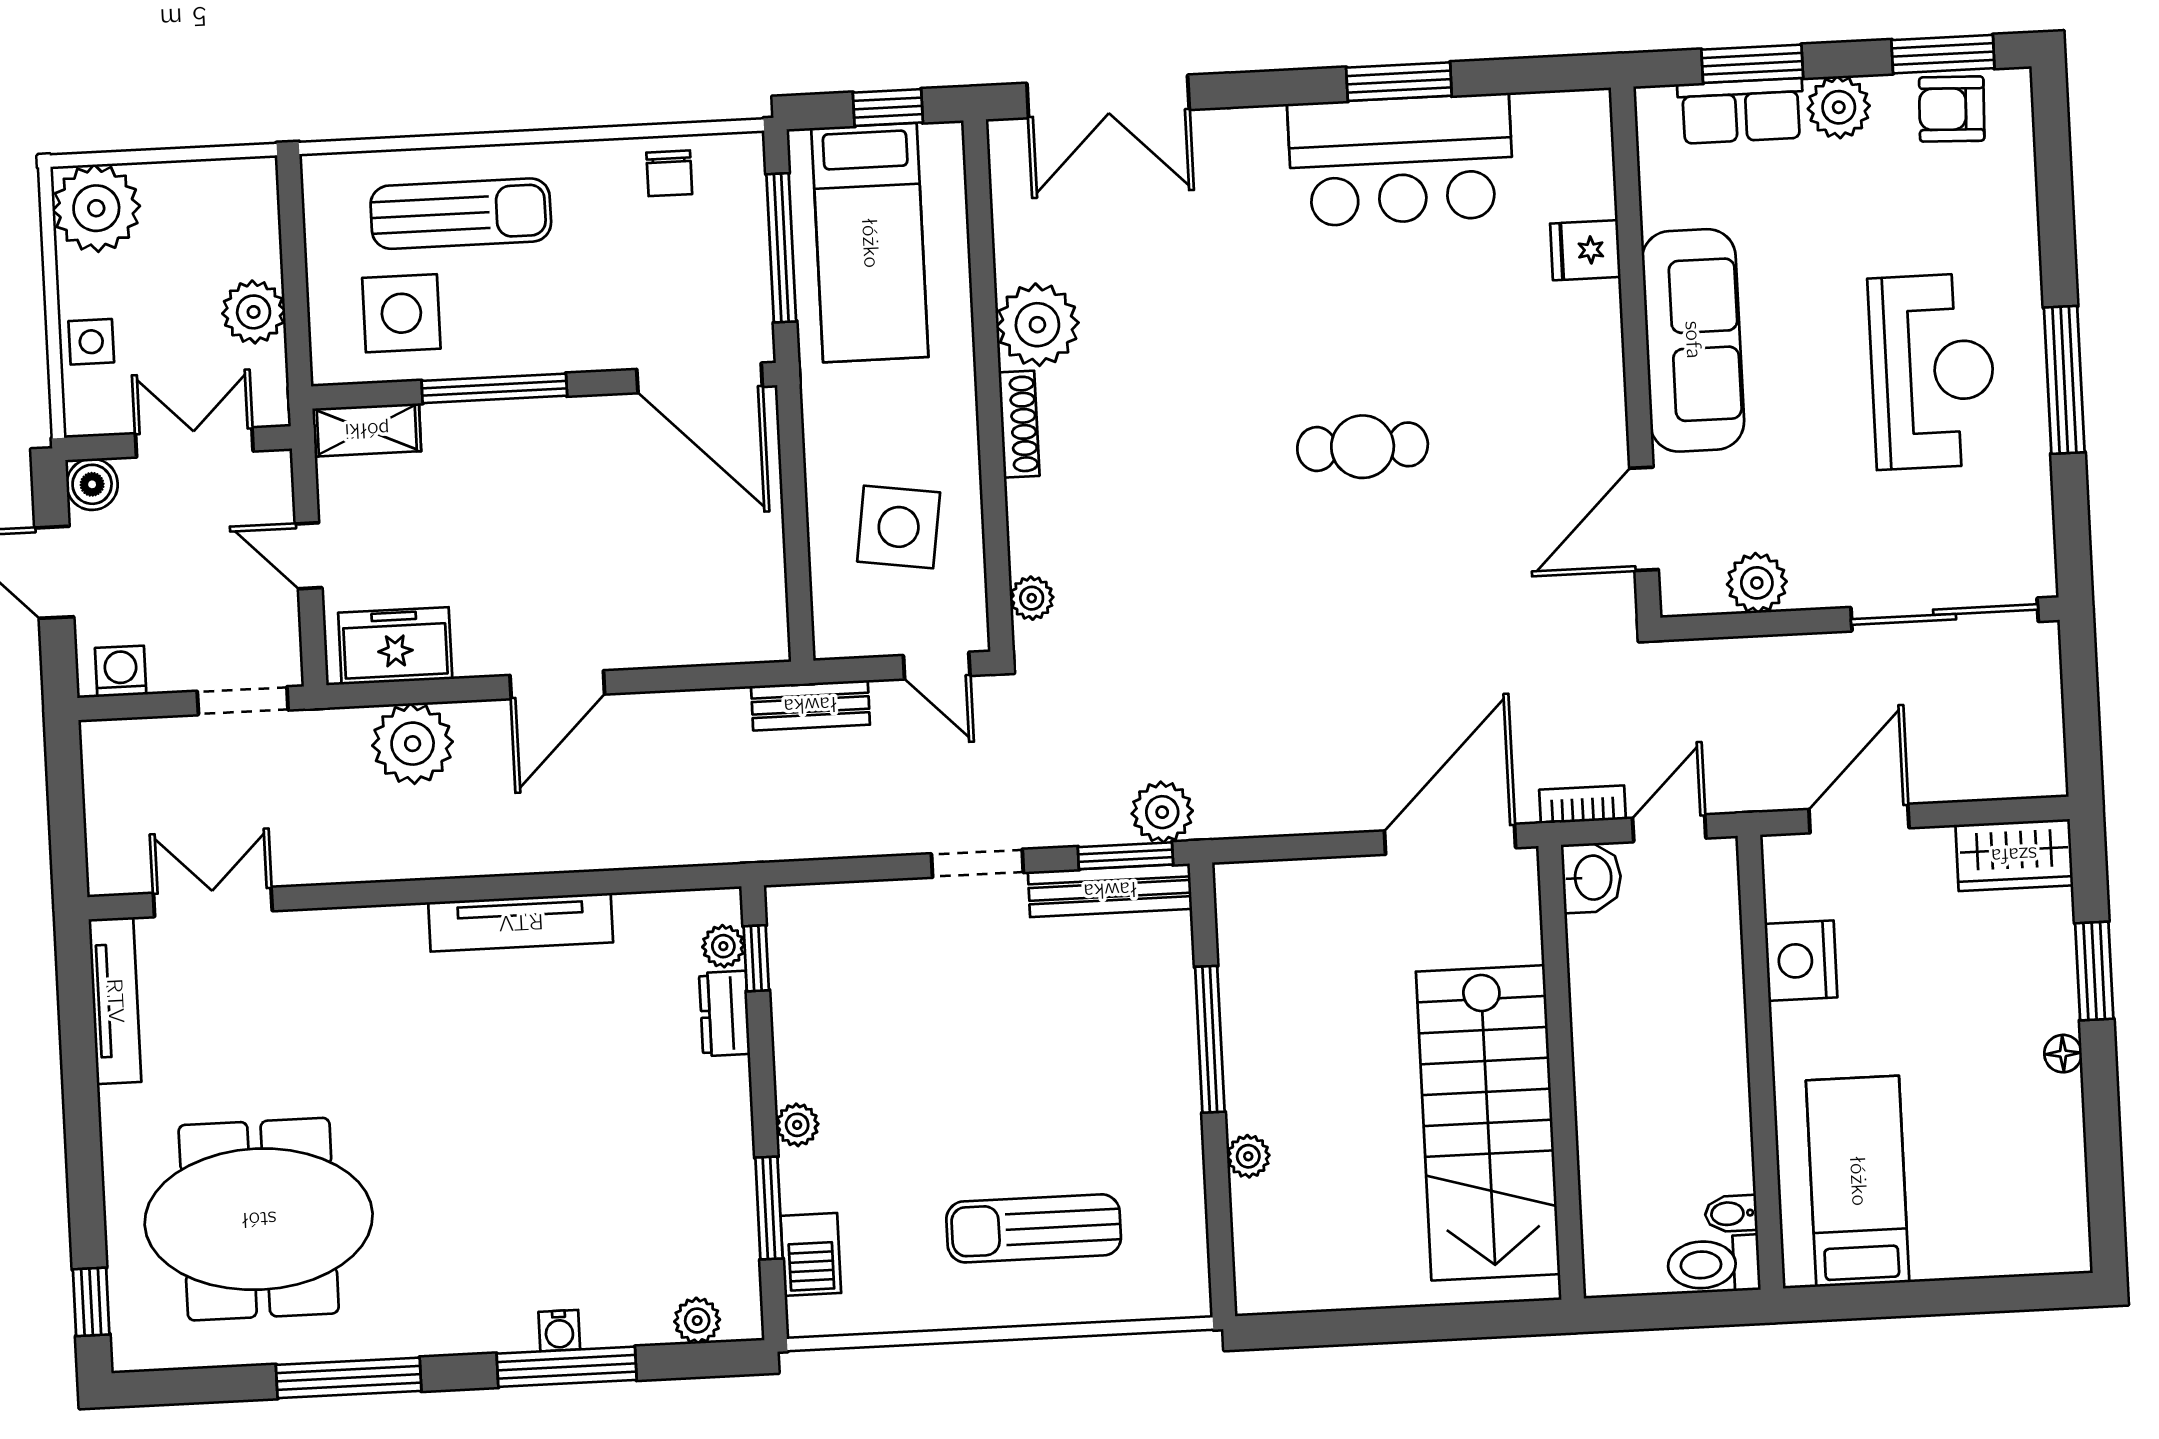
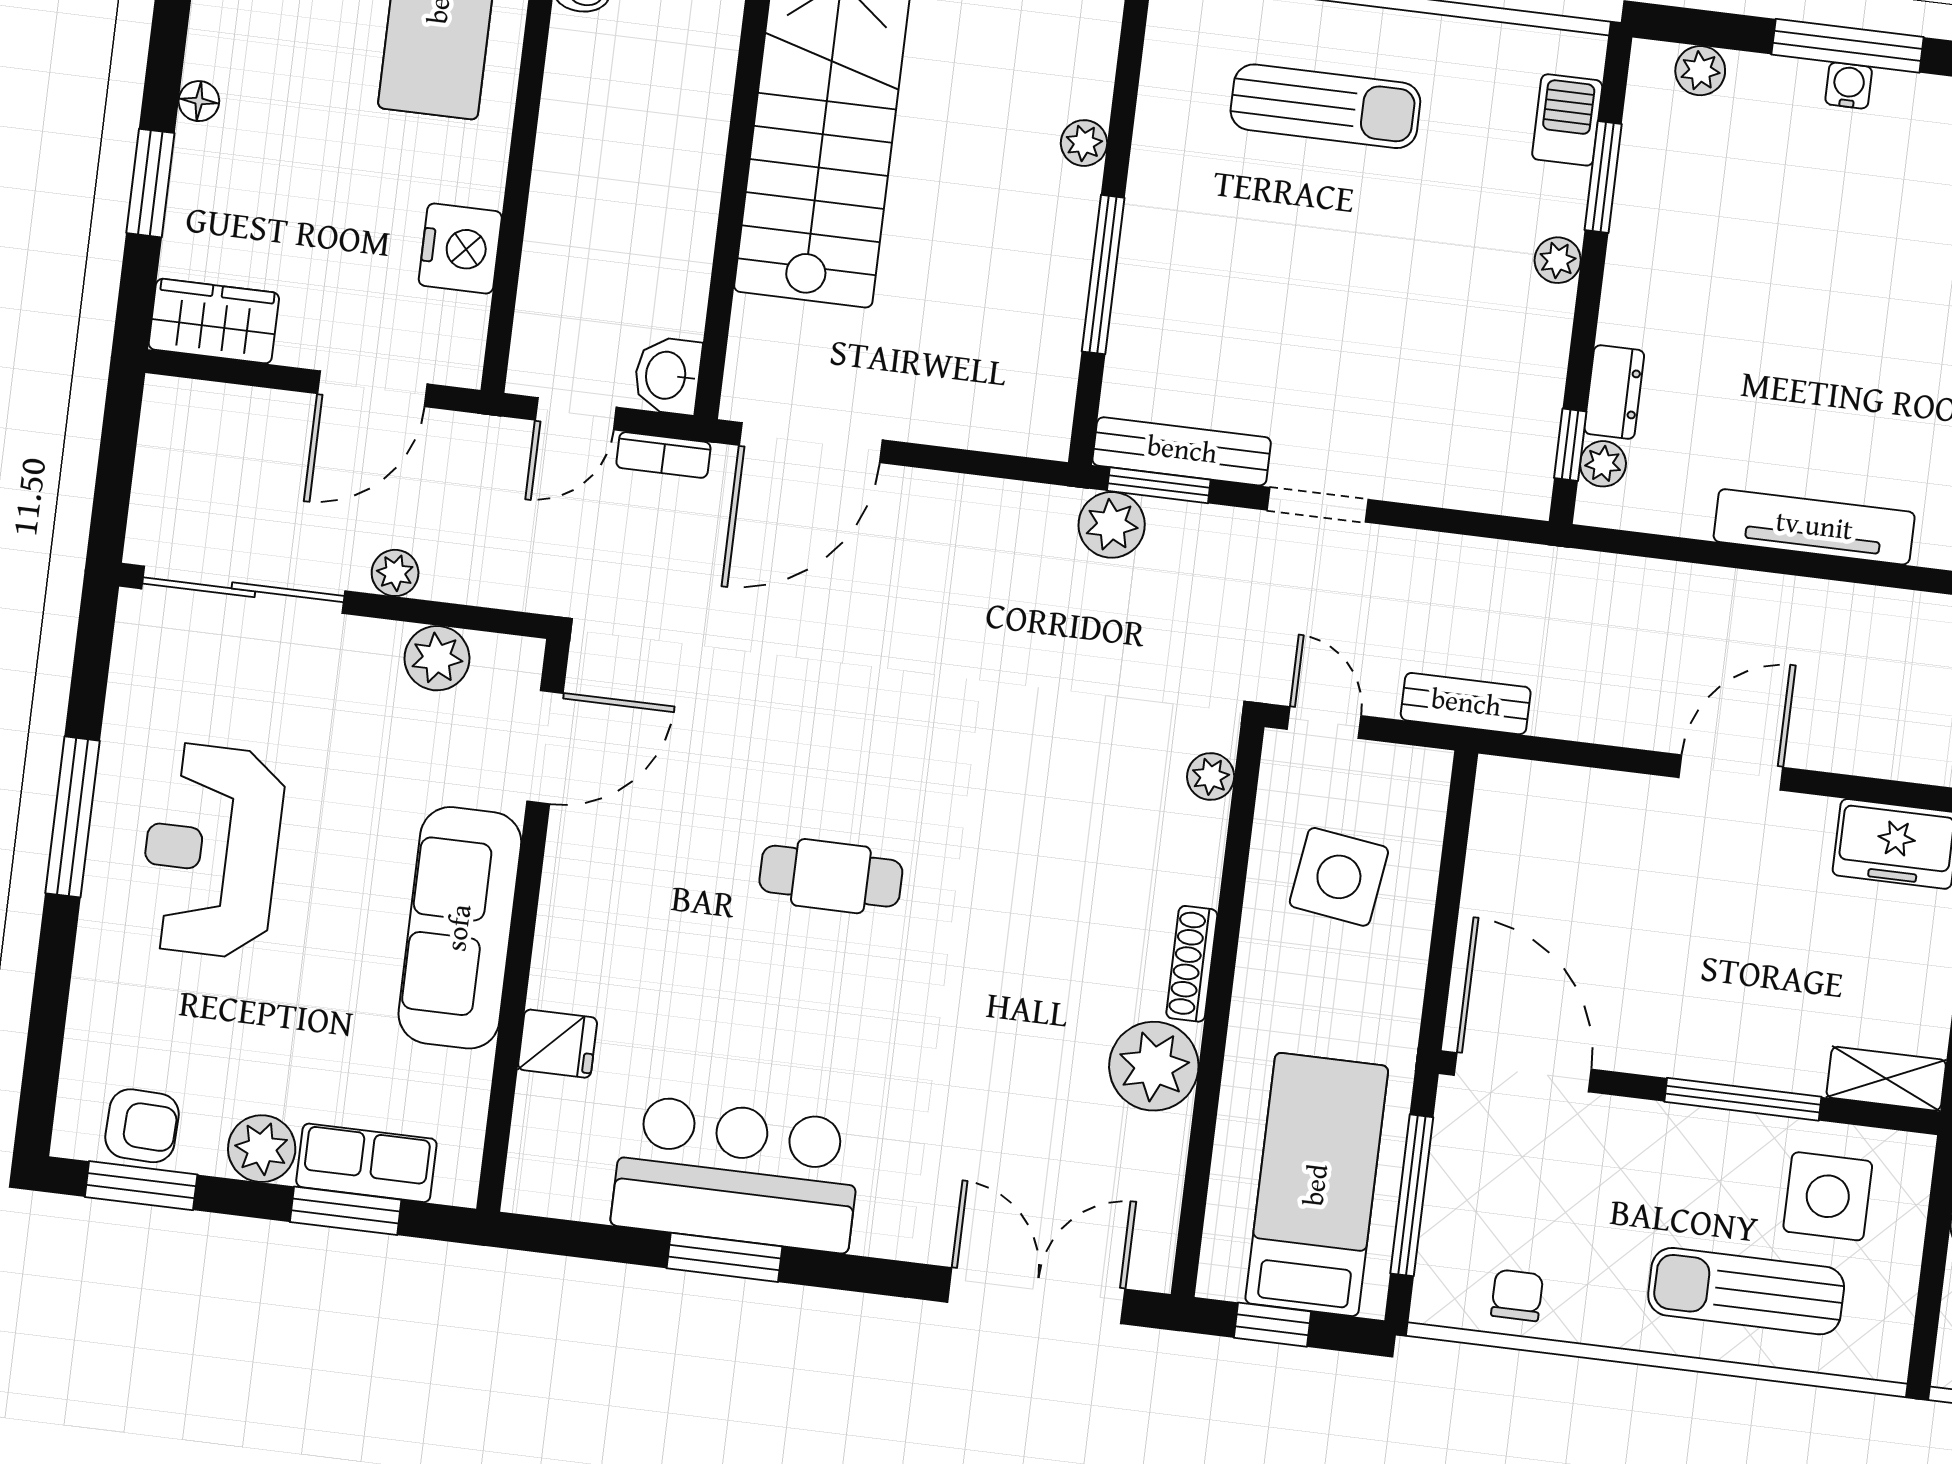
plant: (413, 744) -> (395, 573), moved, width x0.53, depth x0.53

